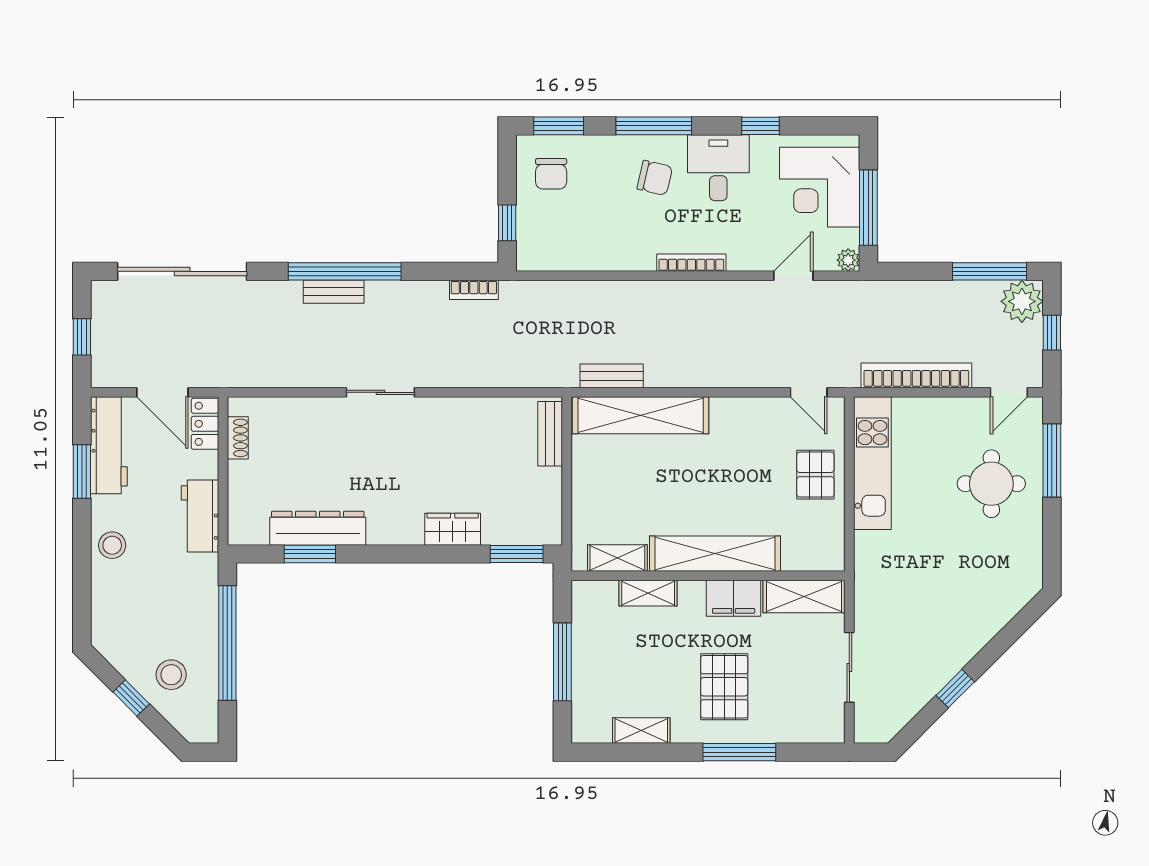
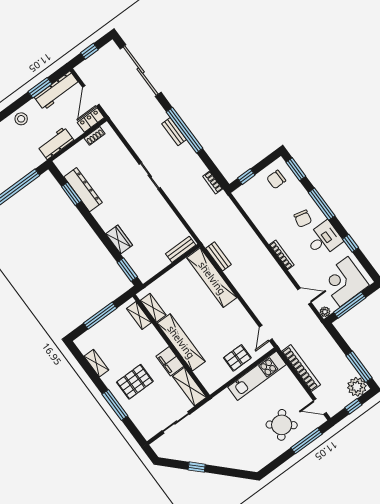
round table: (991, 484) -> (282, 425), turned 38
shelving: (648, 593) -> (139, 316), moved

